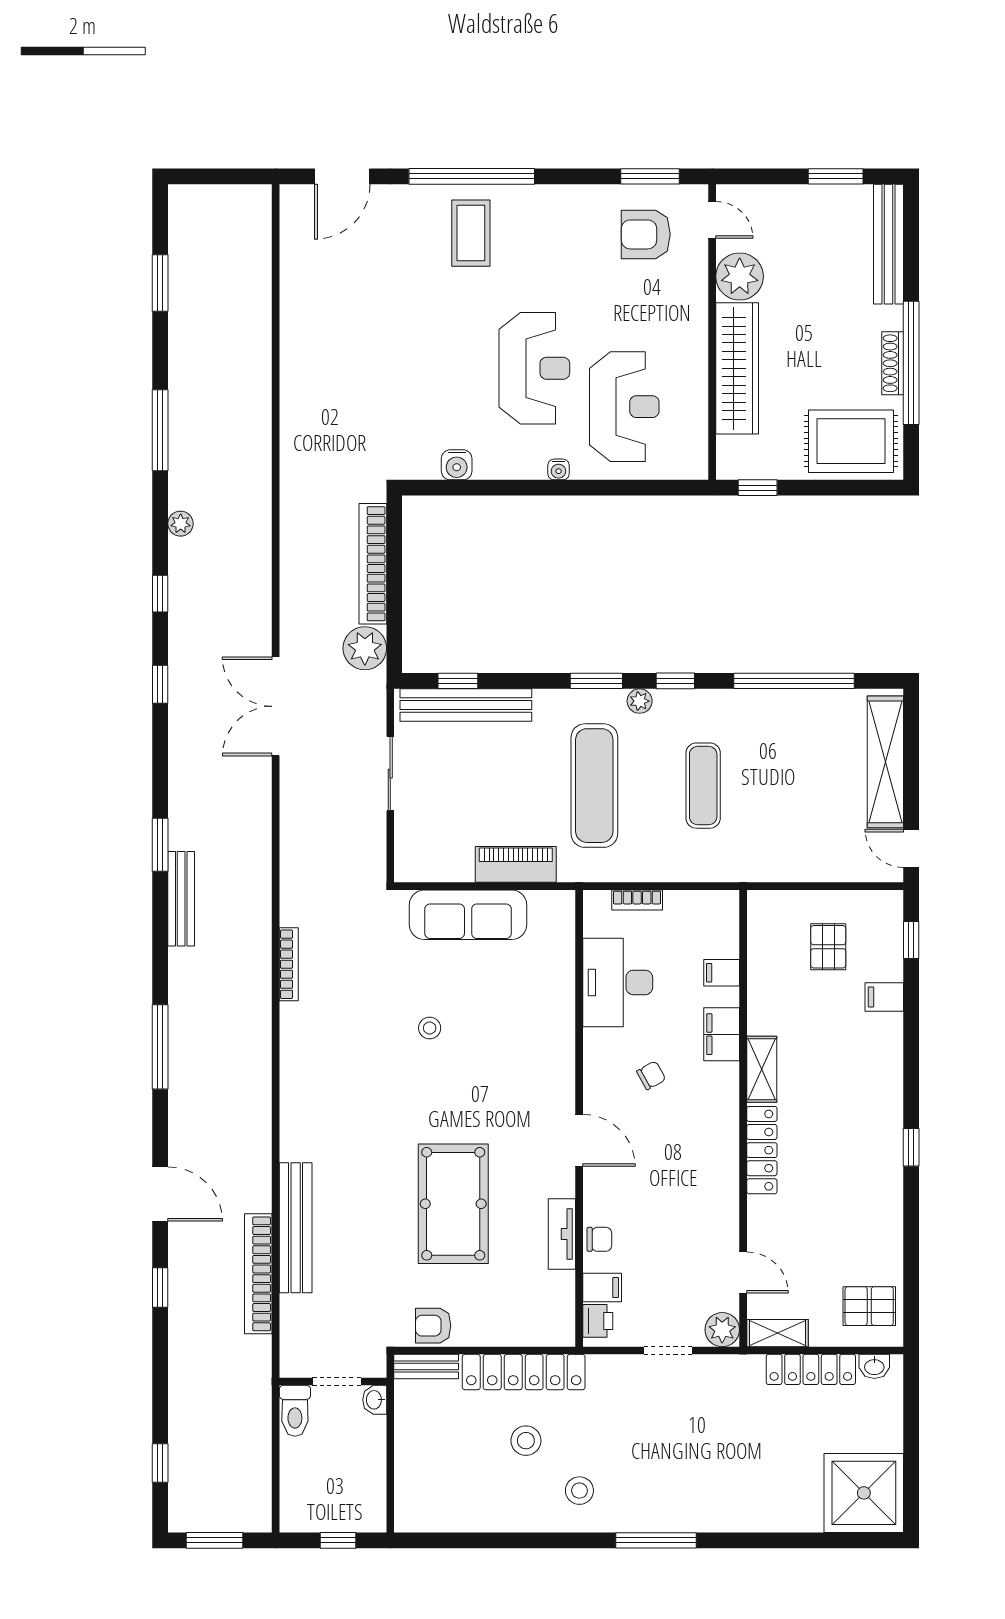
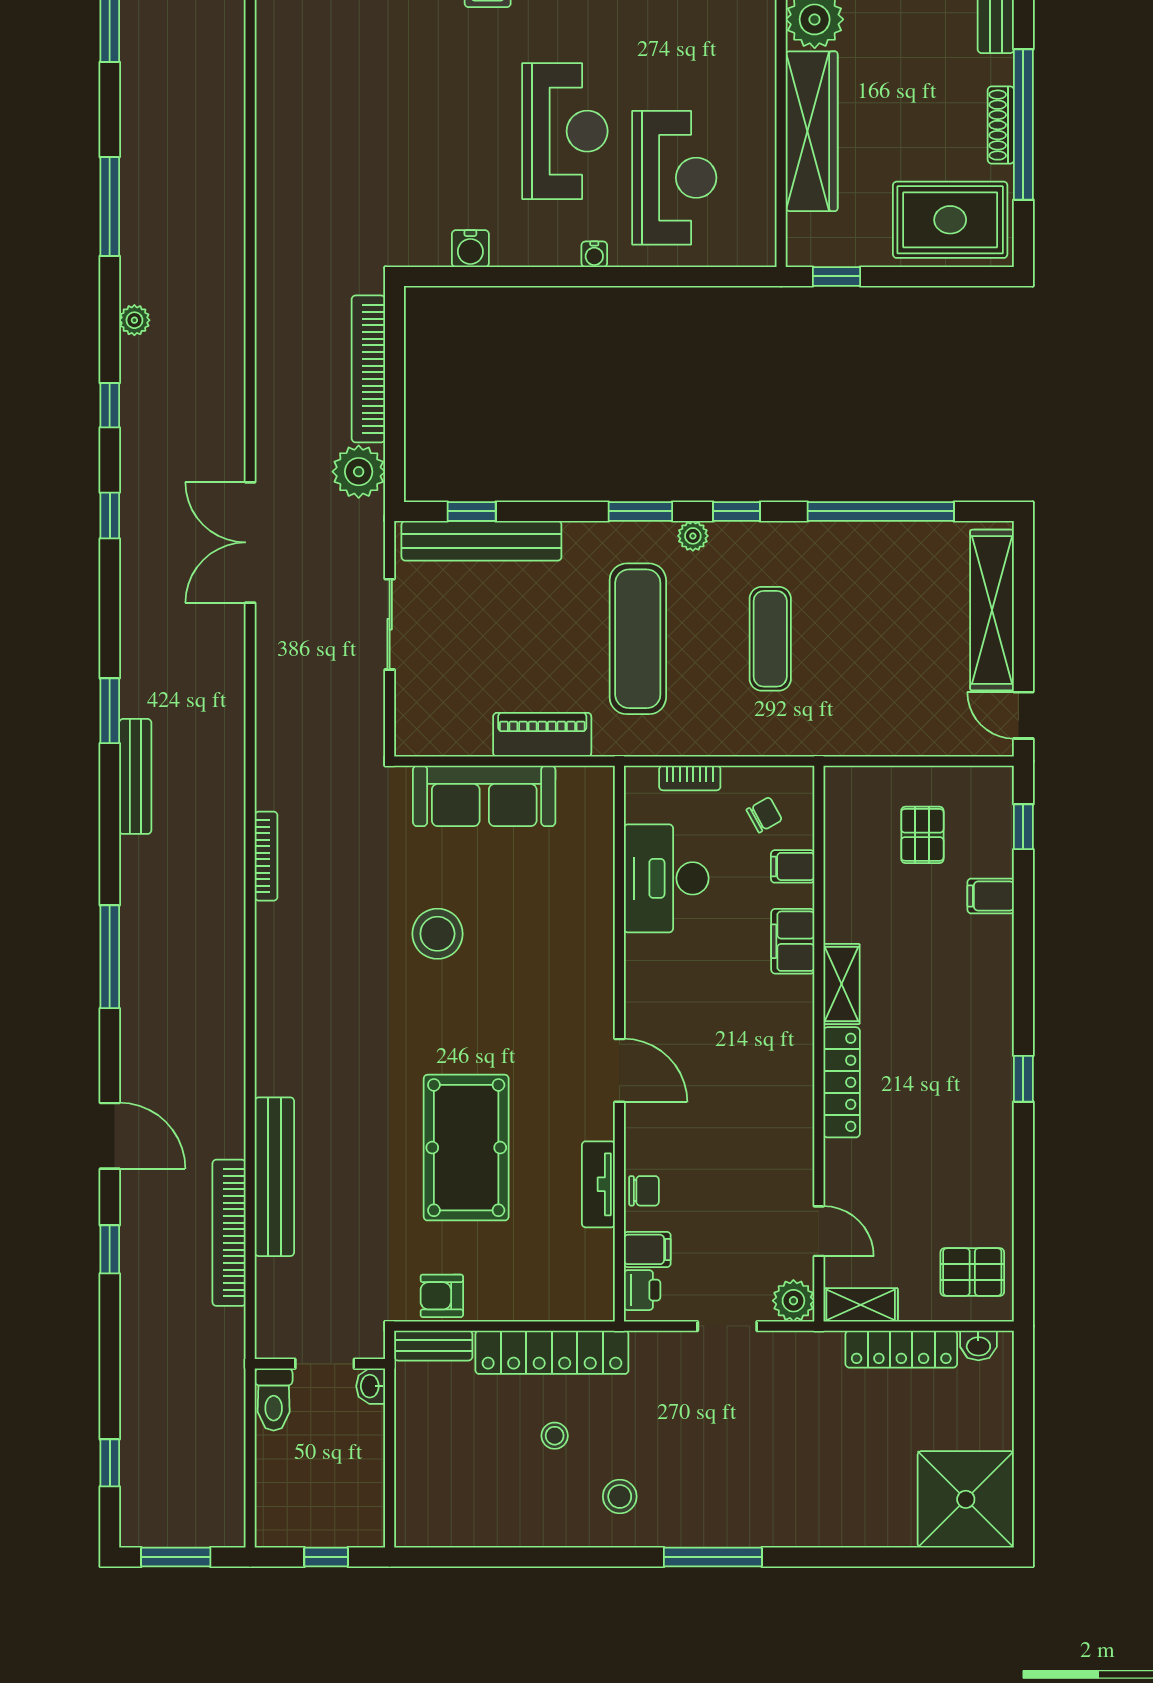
stool: (430, 1028) -> (437, 934), width x1.89, depth x1.89
chair: (651, 1075) -> (764, 815), moved
stool: (526, 1441) -> (555, 1436), width x0.73, depth x0.73

